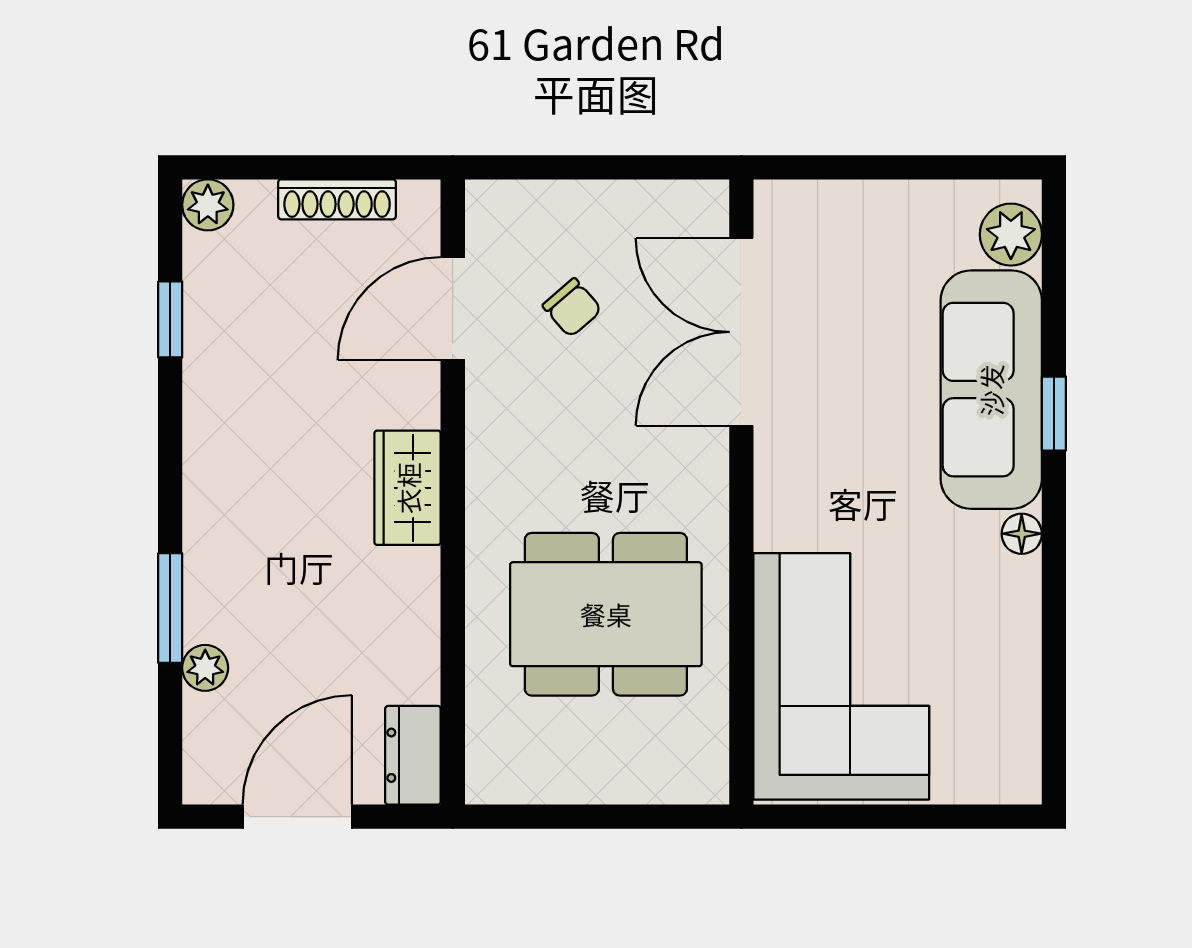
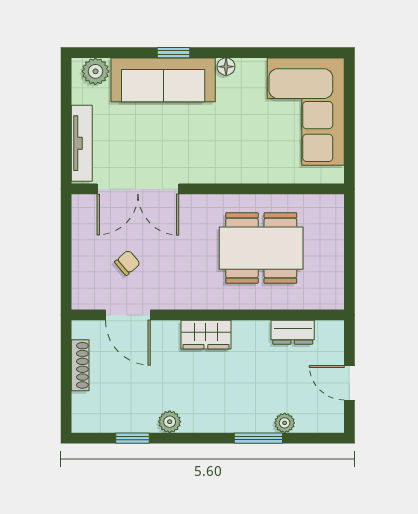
tv unit: (846, 203) -> (82, 143), added
plant: (208, 205) -> (170, 422), moved
dining table: (606, 614) -> (261, 248), turned 90
corner sofa: (841, 676) -> (306, 112), moved, turned -90
dresser: (413, 755) -> (293, 332), moved
door: (297, 817) -> (349, 383), width x0.73

